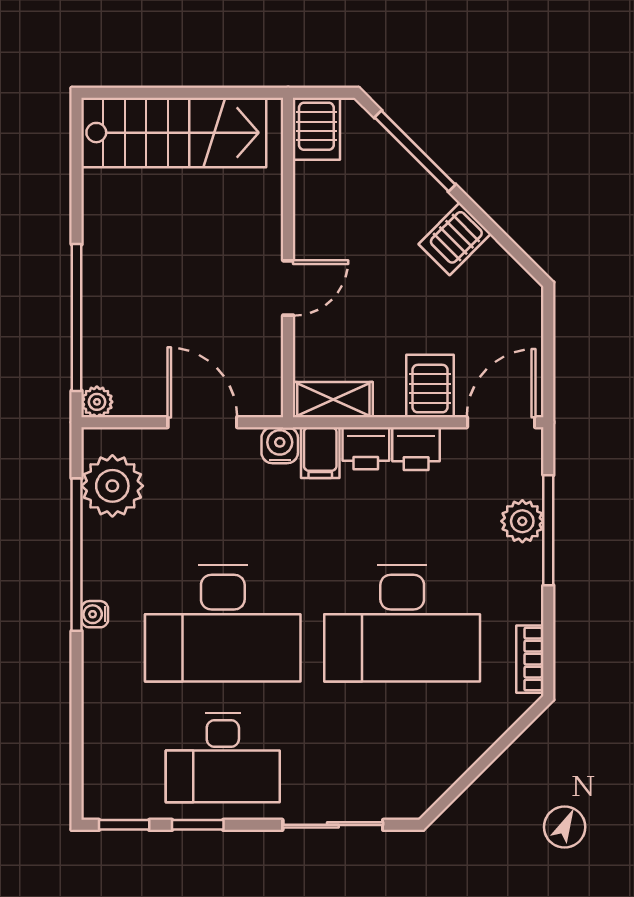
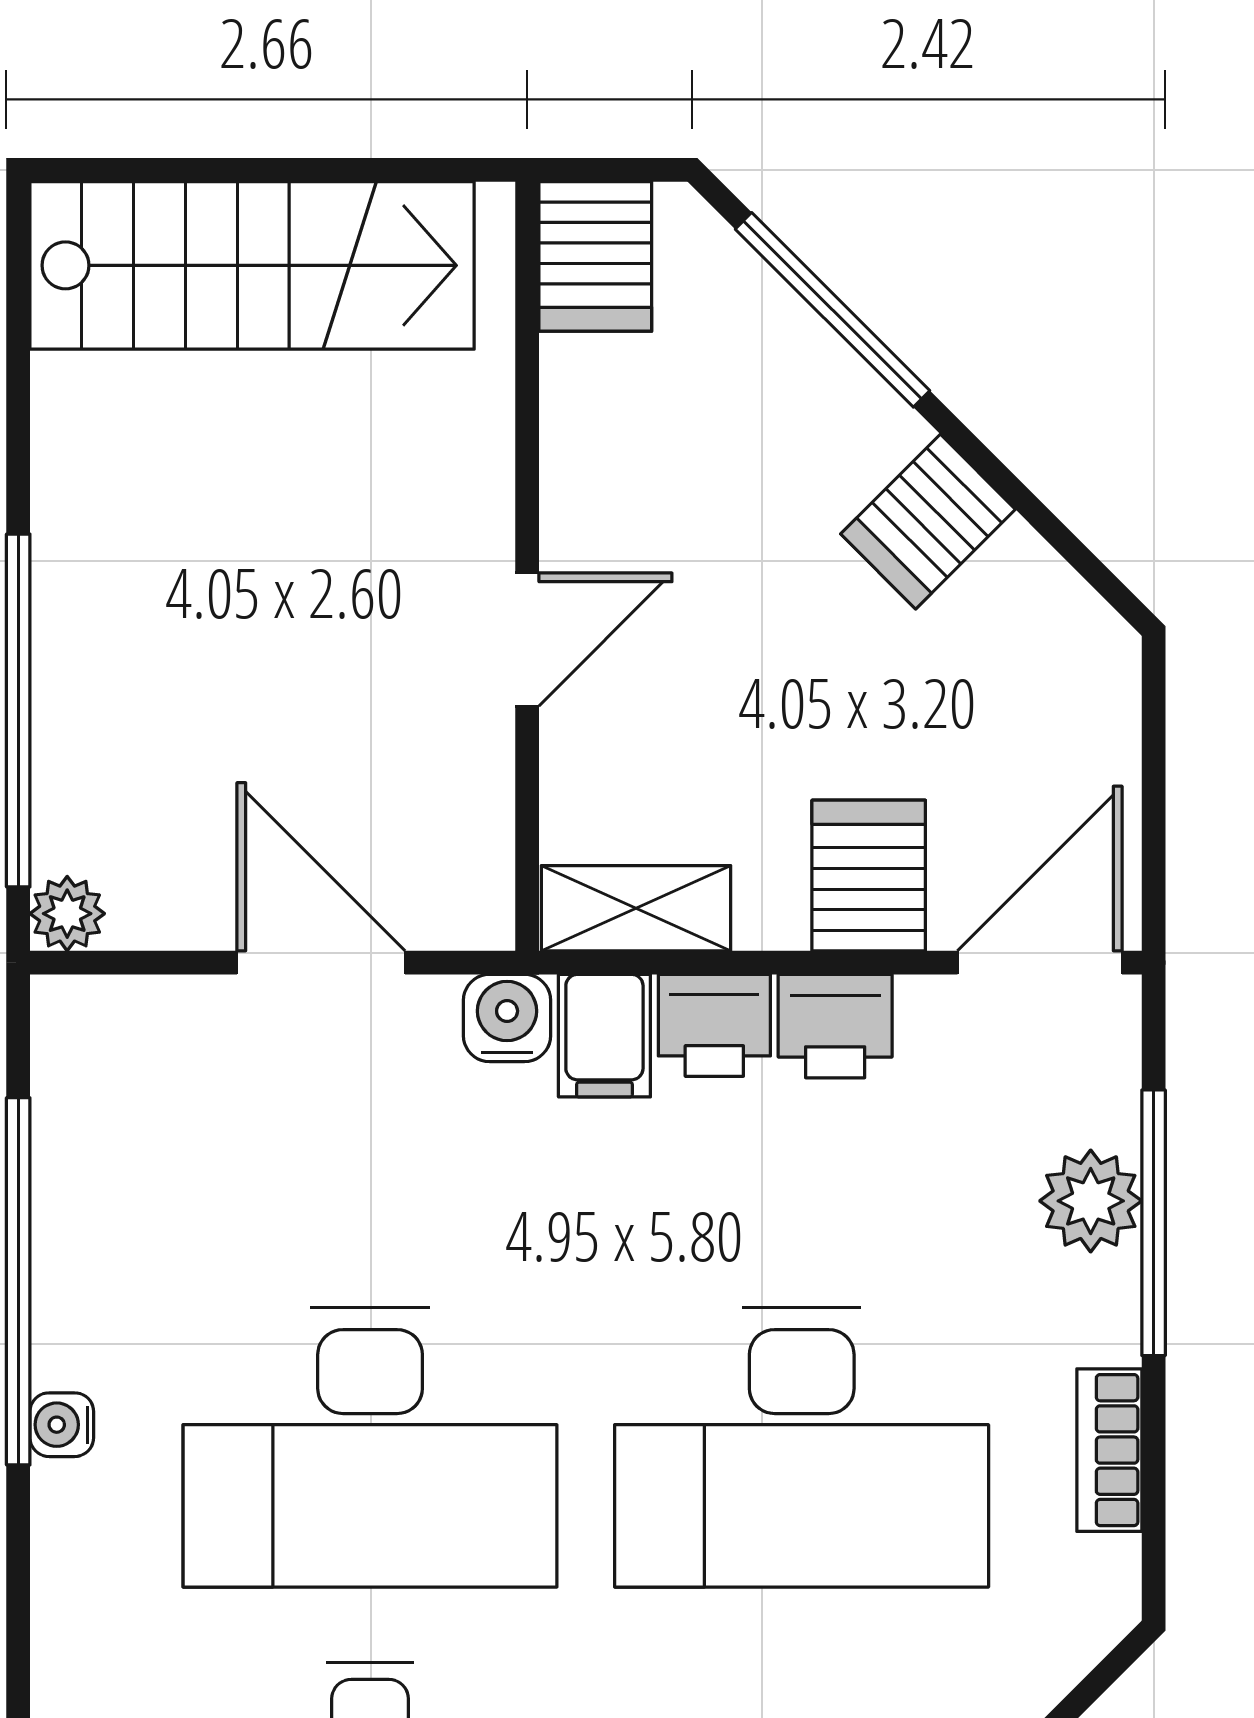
plant: (112, 486) -> (104, 1116), removed
bookcase: (530, 659) -> (1109, 1450), moved

